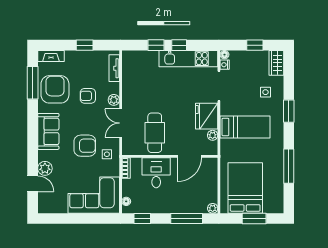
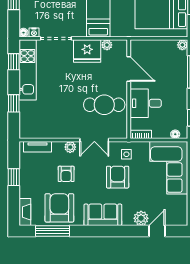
window: (179, 45) -> (14, 62), moved
armchair: (55, 89) -> (59, 208), turned 90

